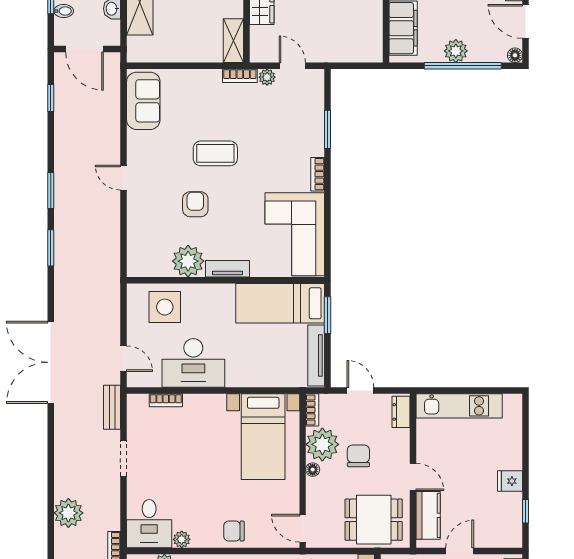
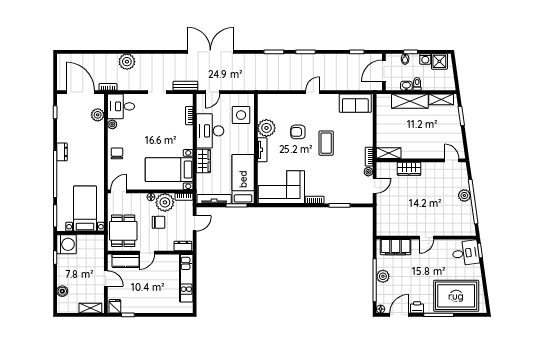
armchair: (195, 204) -> (298, 132), turned 180
wardrobe: (248, 375) -> (203, 161), added
fridge: (510, 481) -> (115, 306), moved

